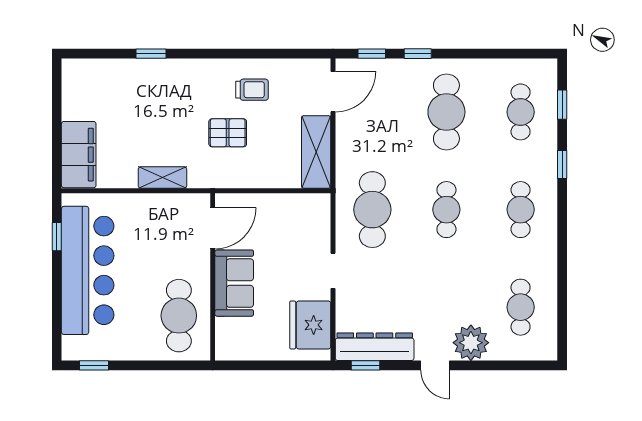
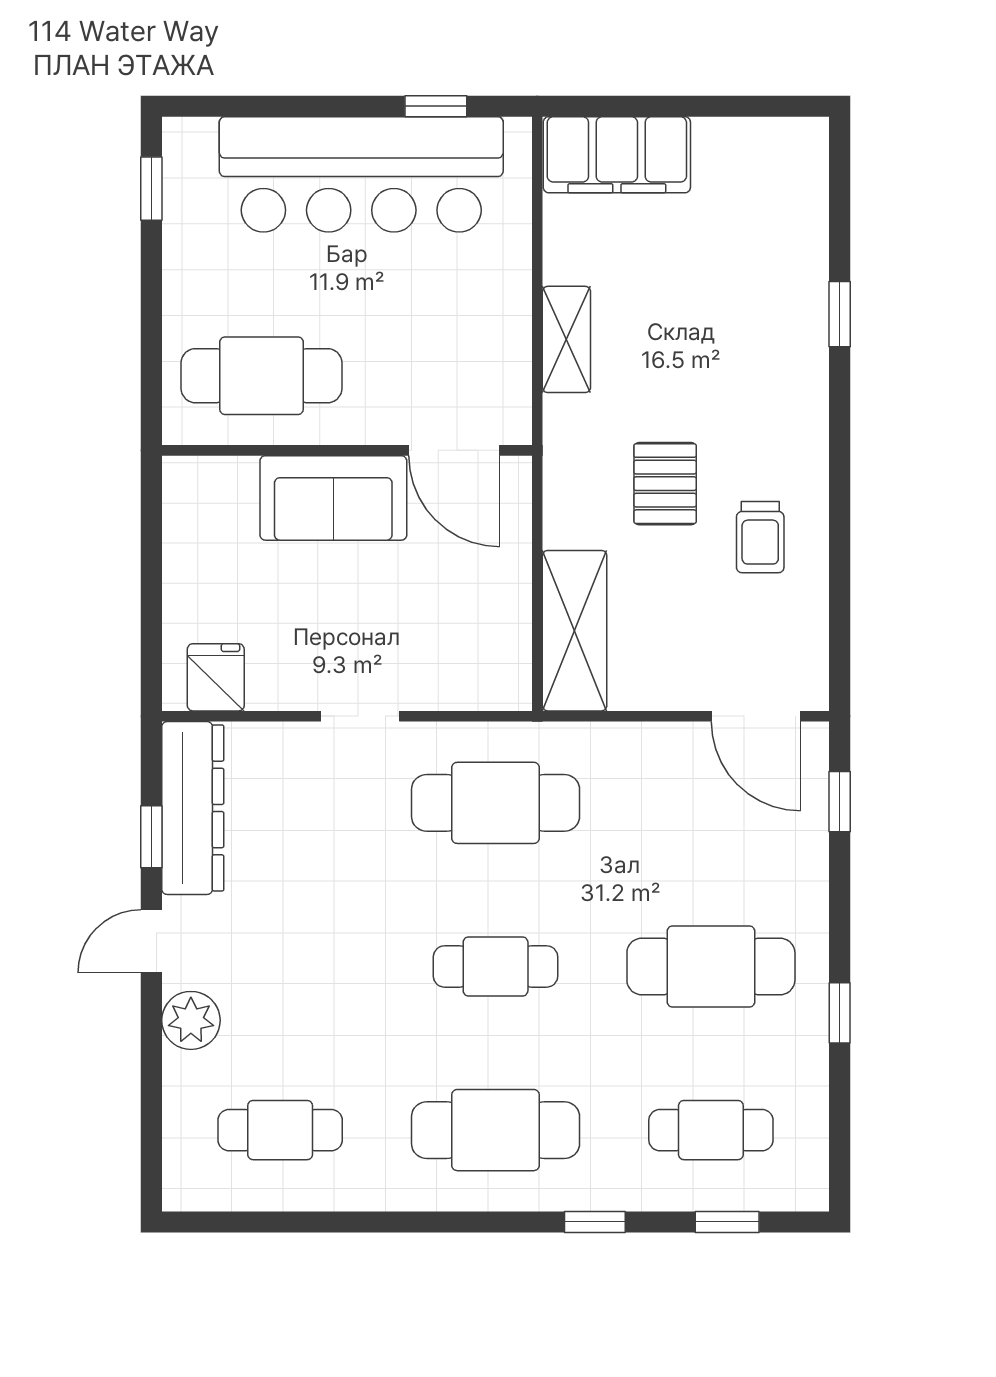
window: (418, 54) -> (840, 1013), moved
shelving: (316, 152) -> (575, 631), moved, turned 90
cafe table: (521, 210) -> (496, 1130), width x1.37, depth x1.35
fridge: (310, 325) -> (216, 677), width x0.53, depth x0.75
plant: (471, 343) -> (191, 1020), width x0.73, depth x0.73
window: (366, 365) -> (151, 837), moved

